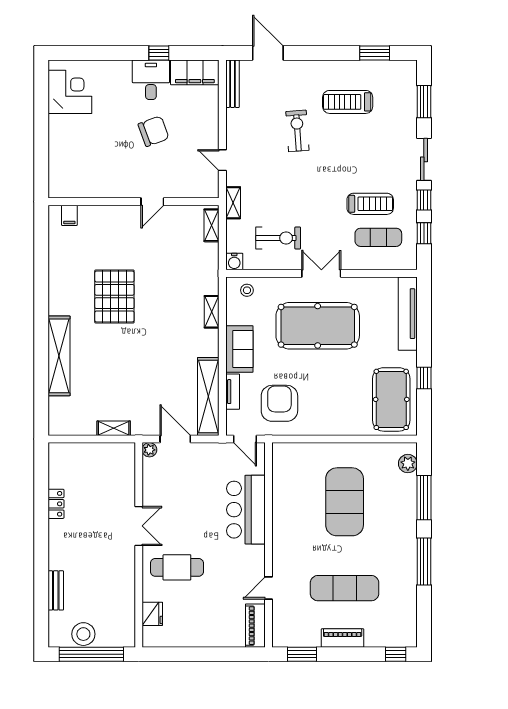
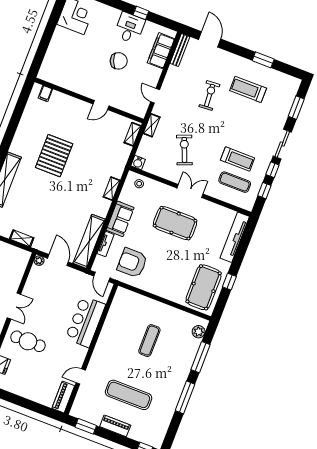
window: (375, 53) -> (263, 60), moved
filing cabinet: (195, 72) -> (161, 51), moved, turned 90
exercise bike: (278, 238) -> (184, 150), moved, turned -112
pool table: (318, 326) -> (175, 223), width x0.73, depth x0.76
armchair: (279, 403) -> (132, 263), turned -90
exercise mat: (345, 502) -> (149, 341), width x0.50, depth x0.69

